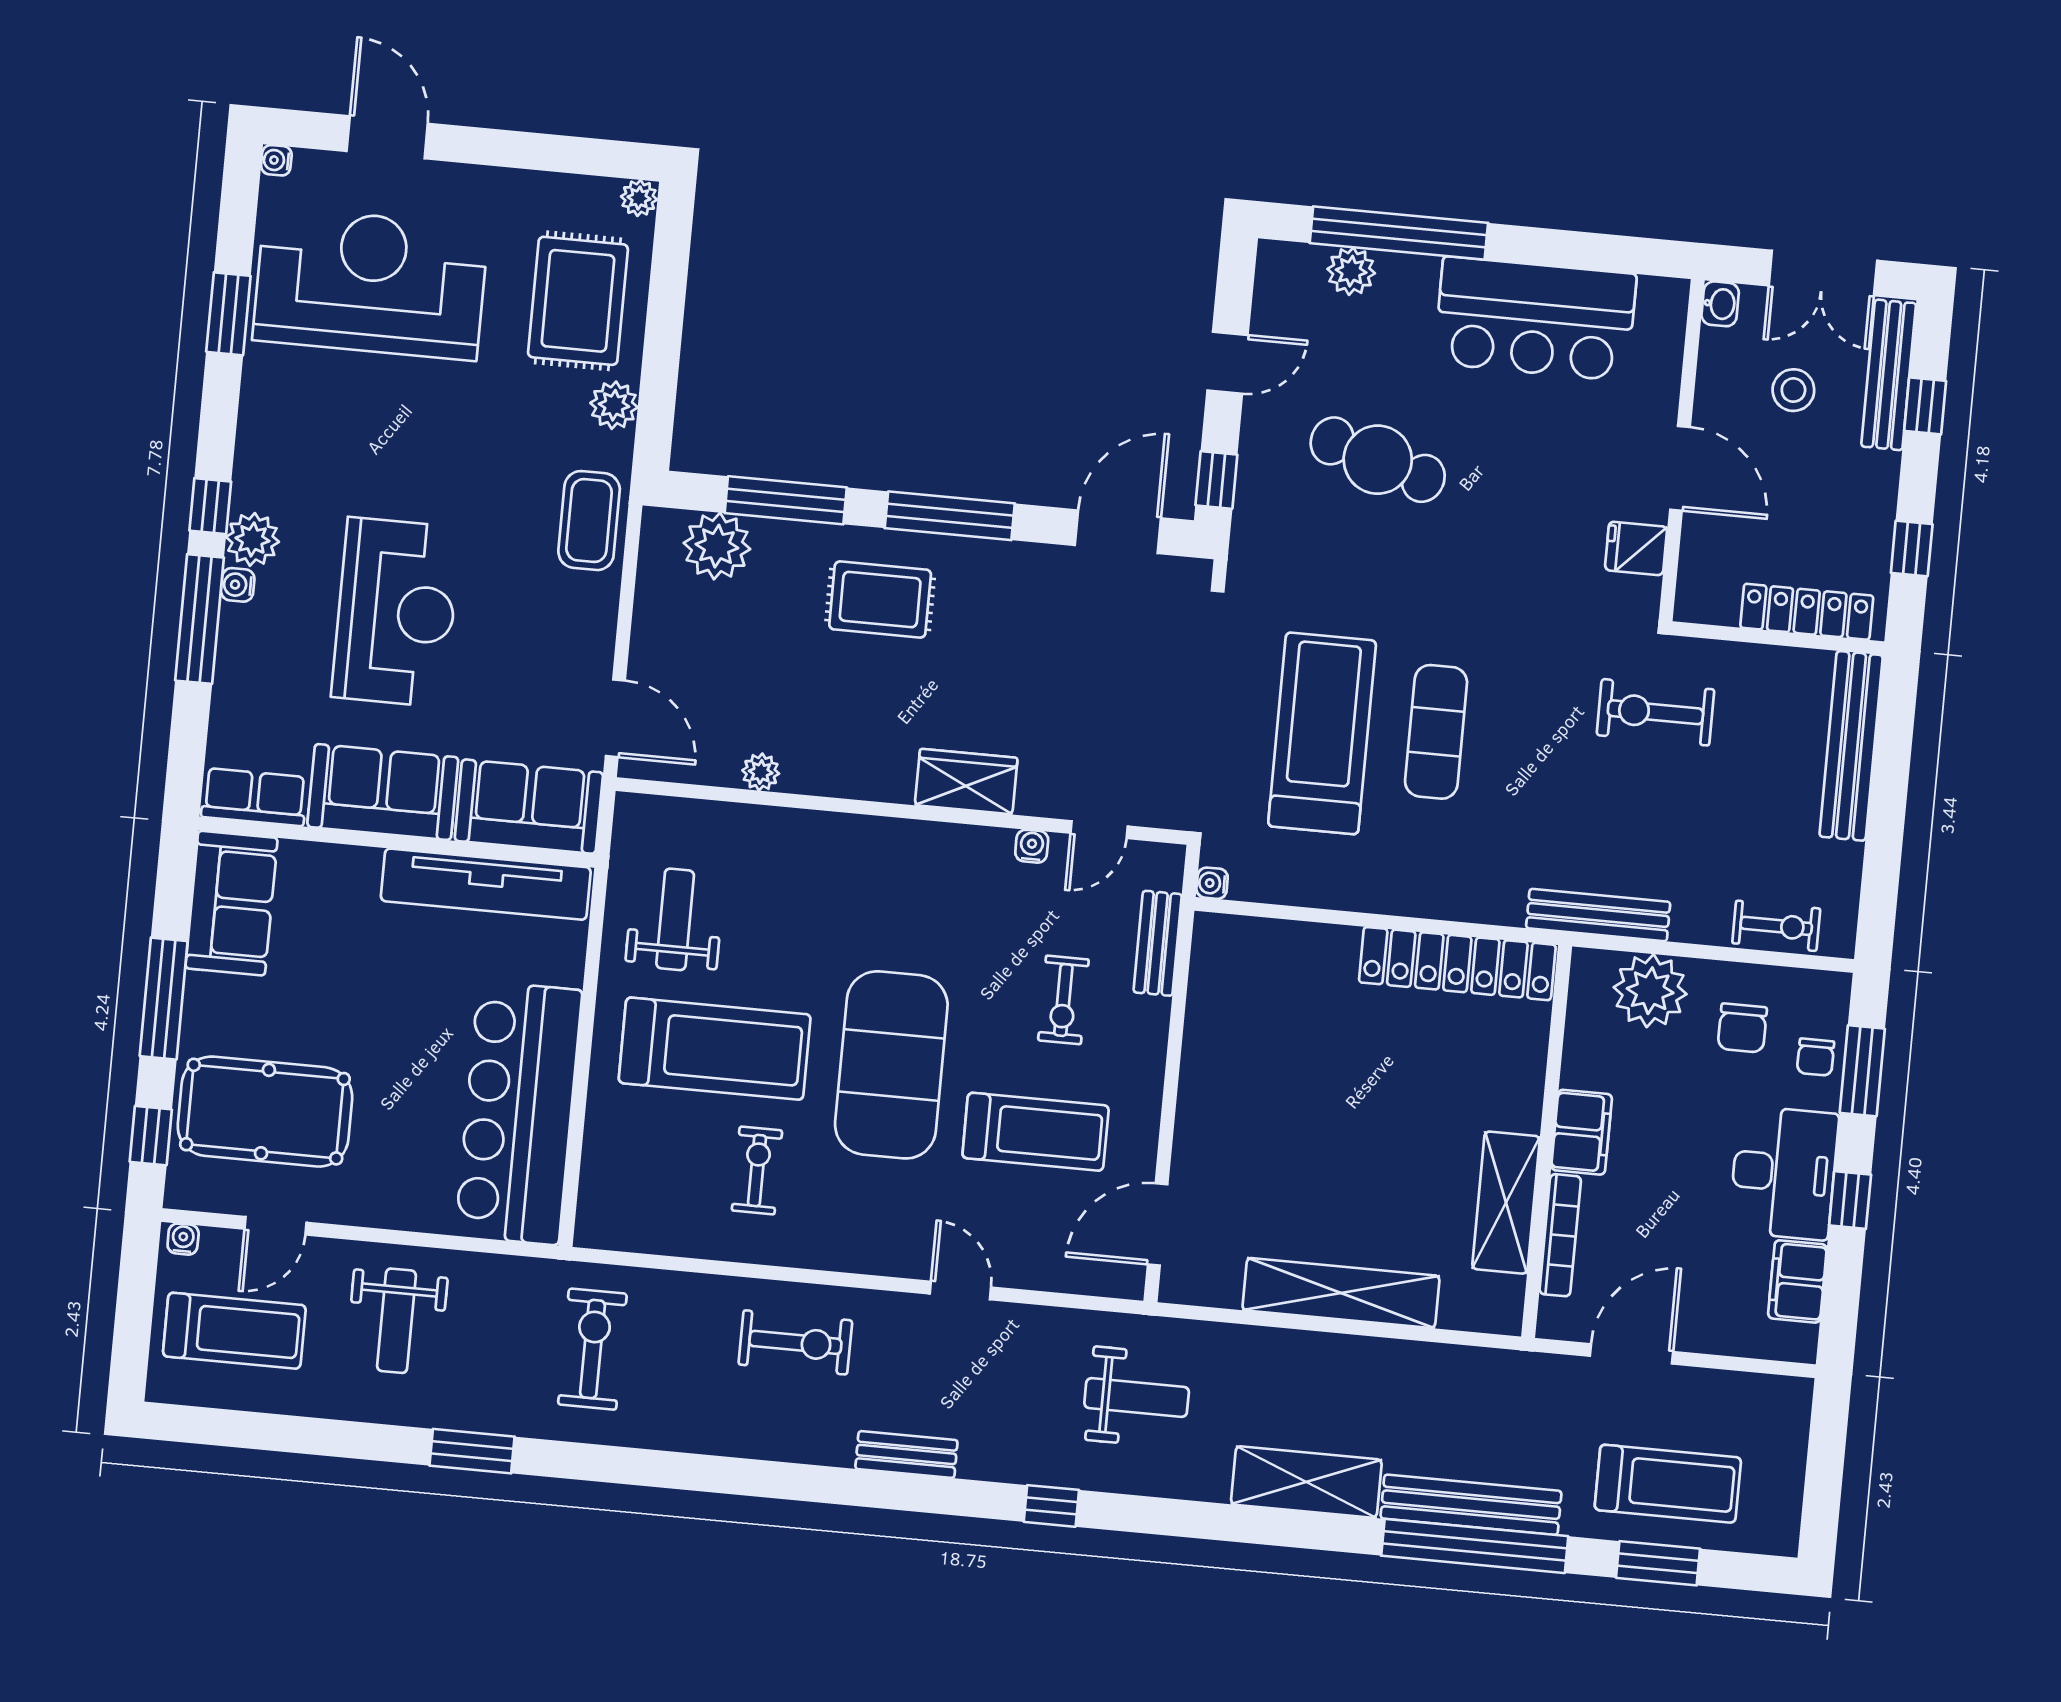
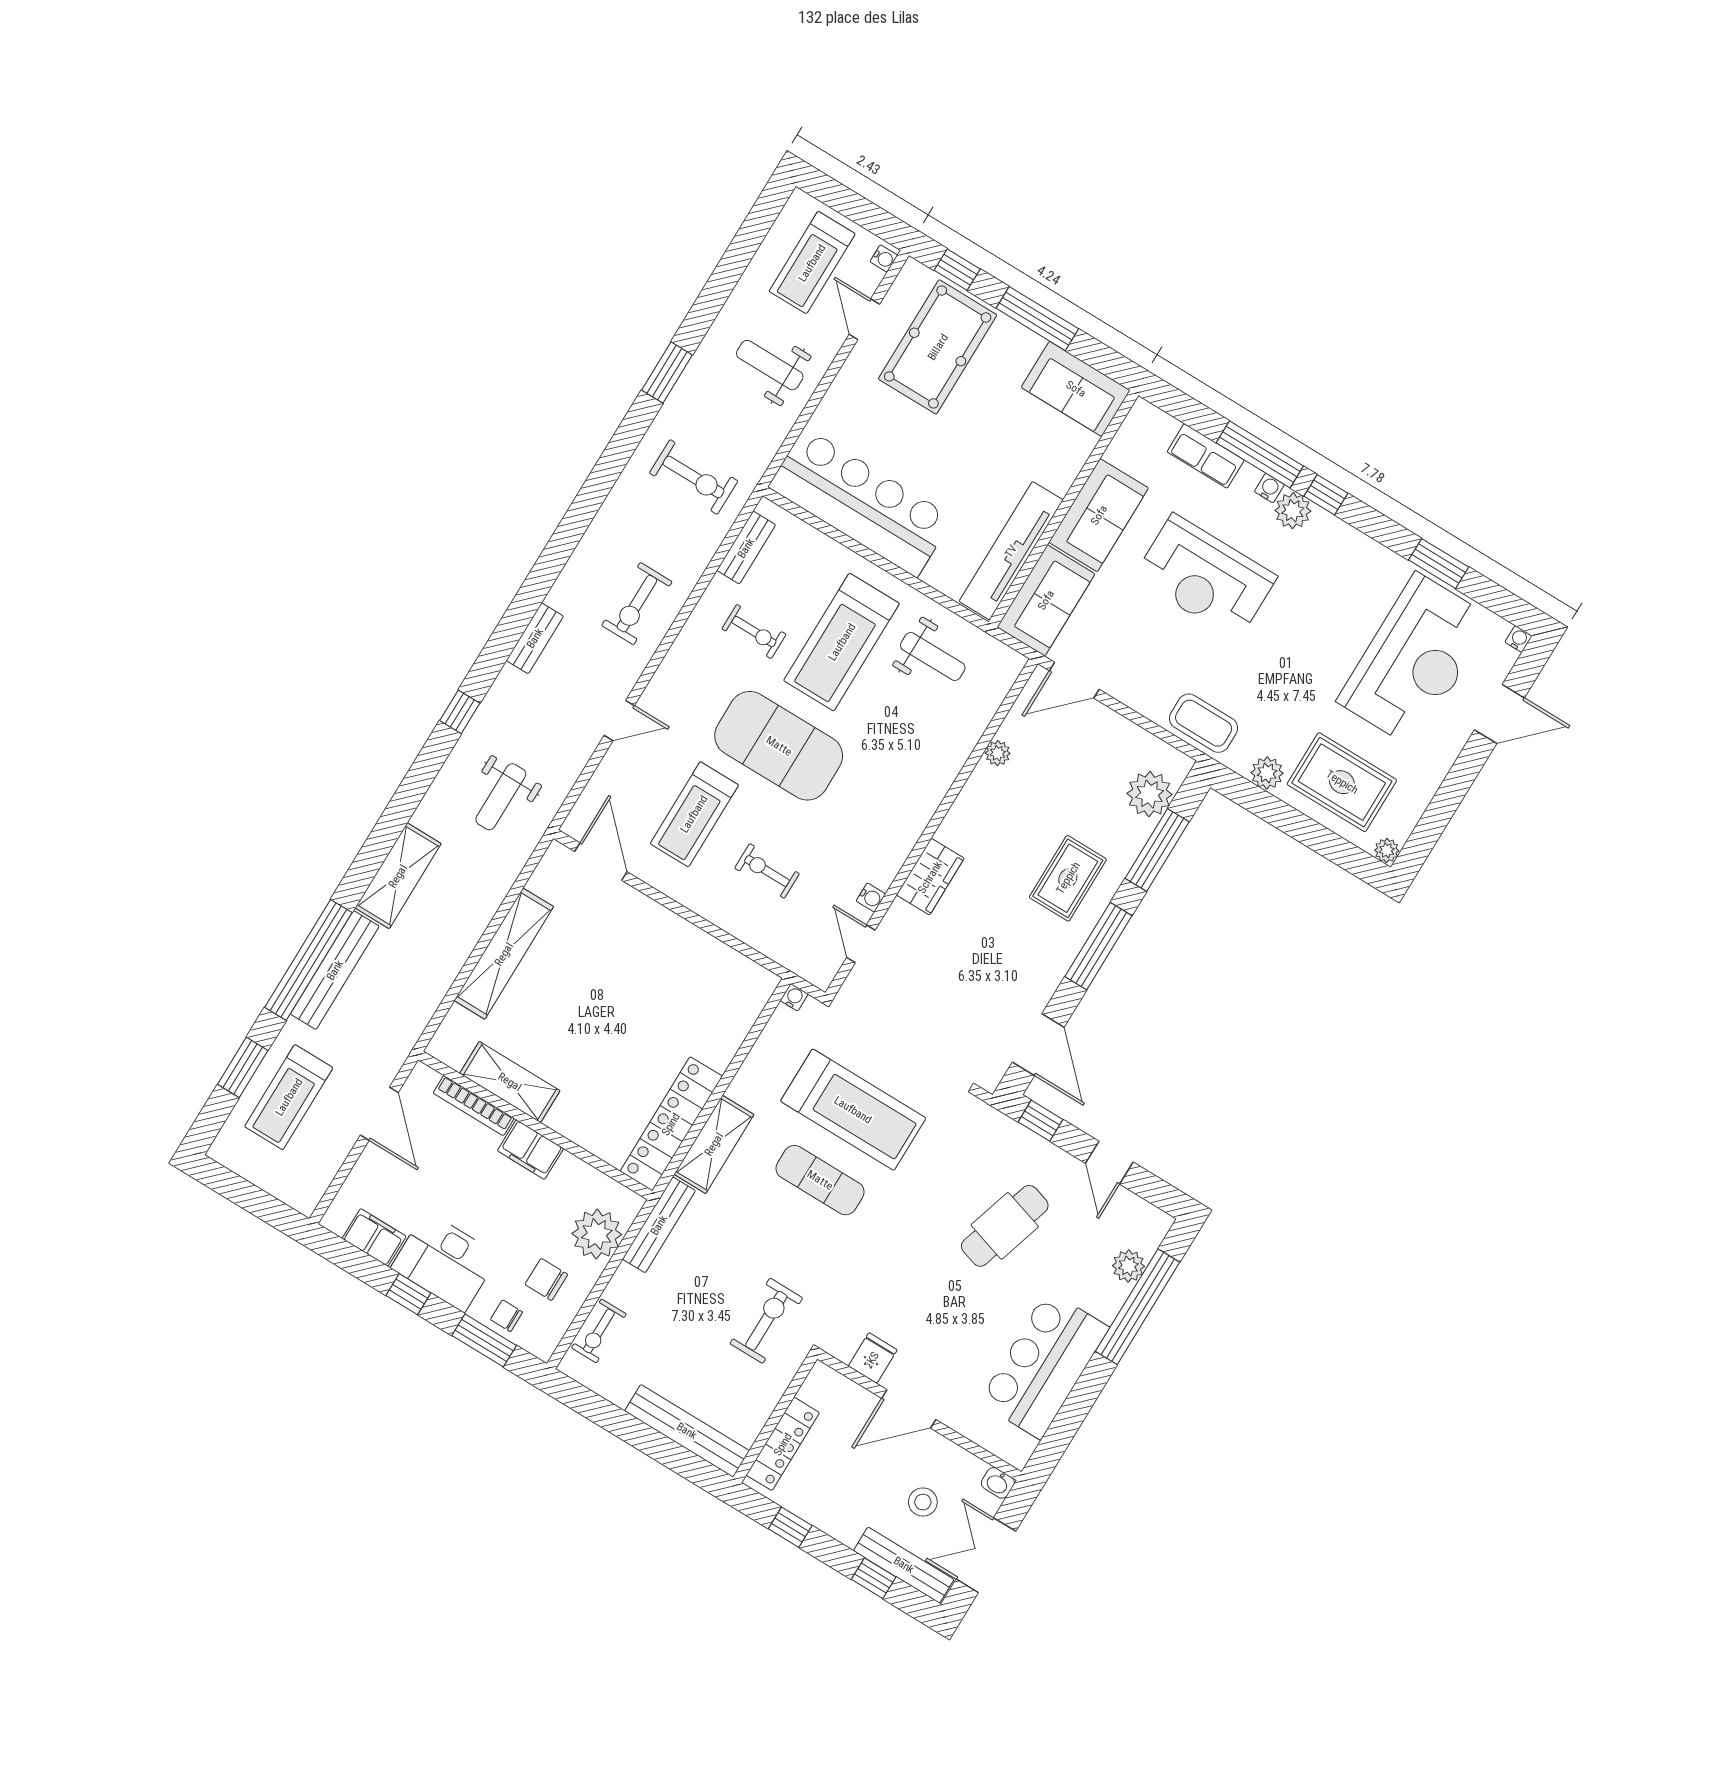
row of seats: (254, 797) -> (1206, 456), moved, turned 90
shelving: (1457, 894) -> (714, 1144), added
bench: (1158, 943) -> (746, 548), moved, turned 90

